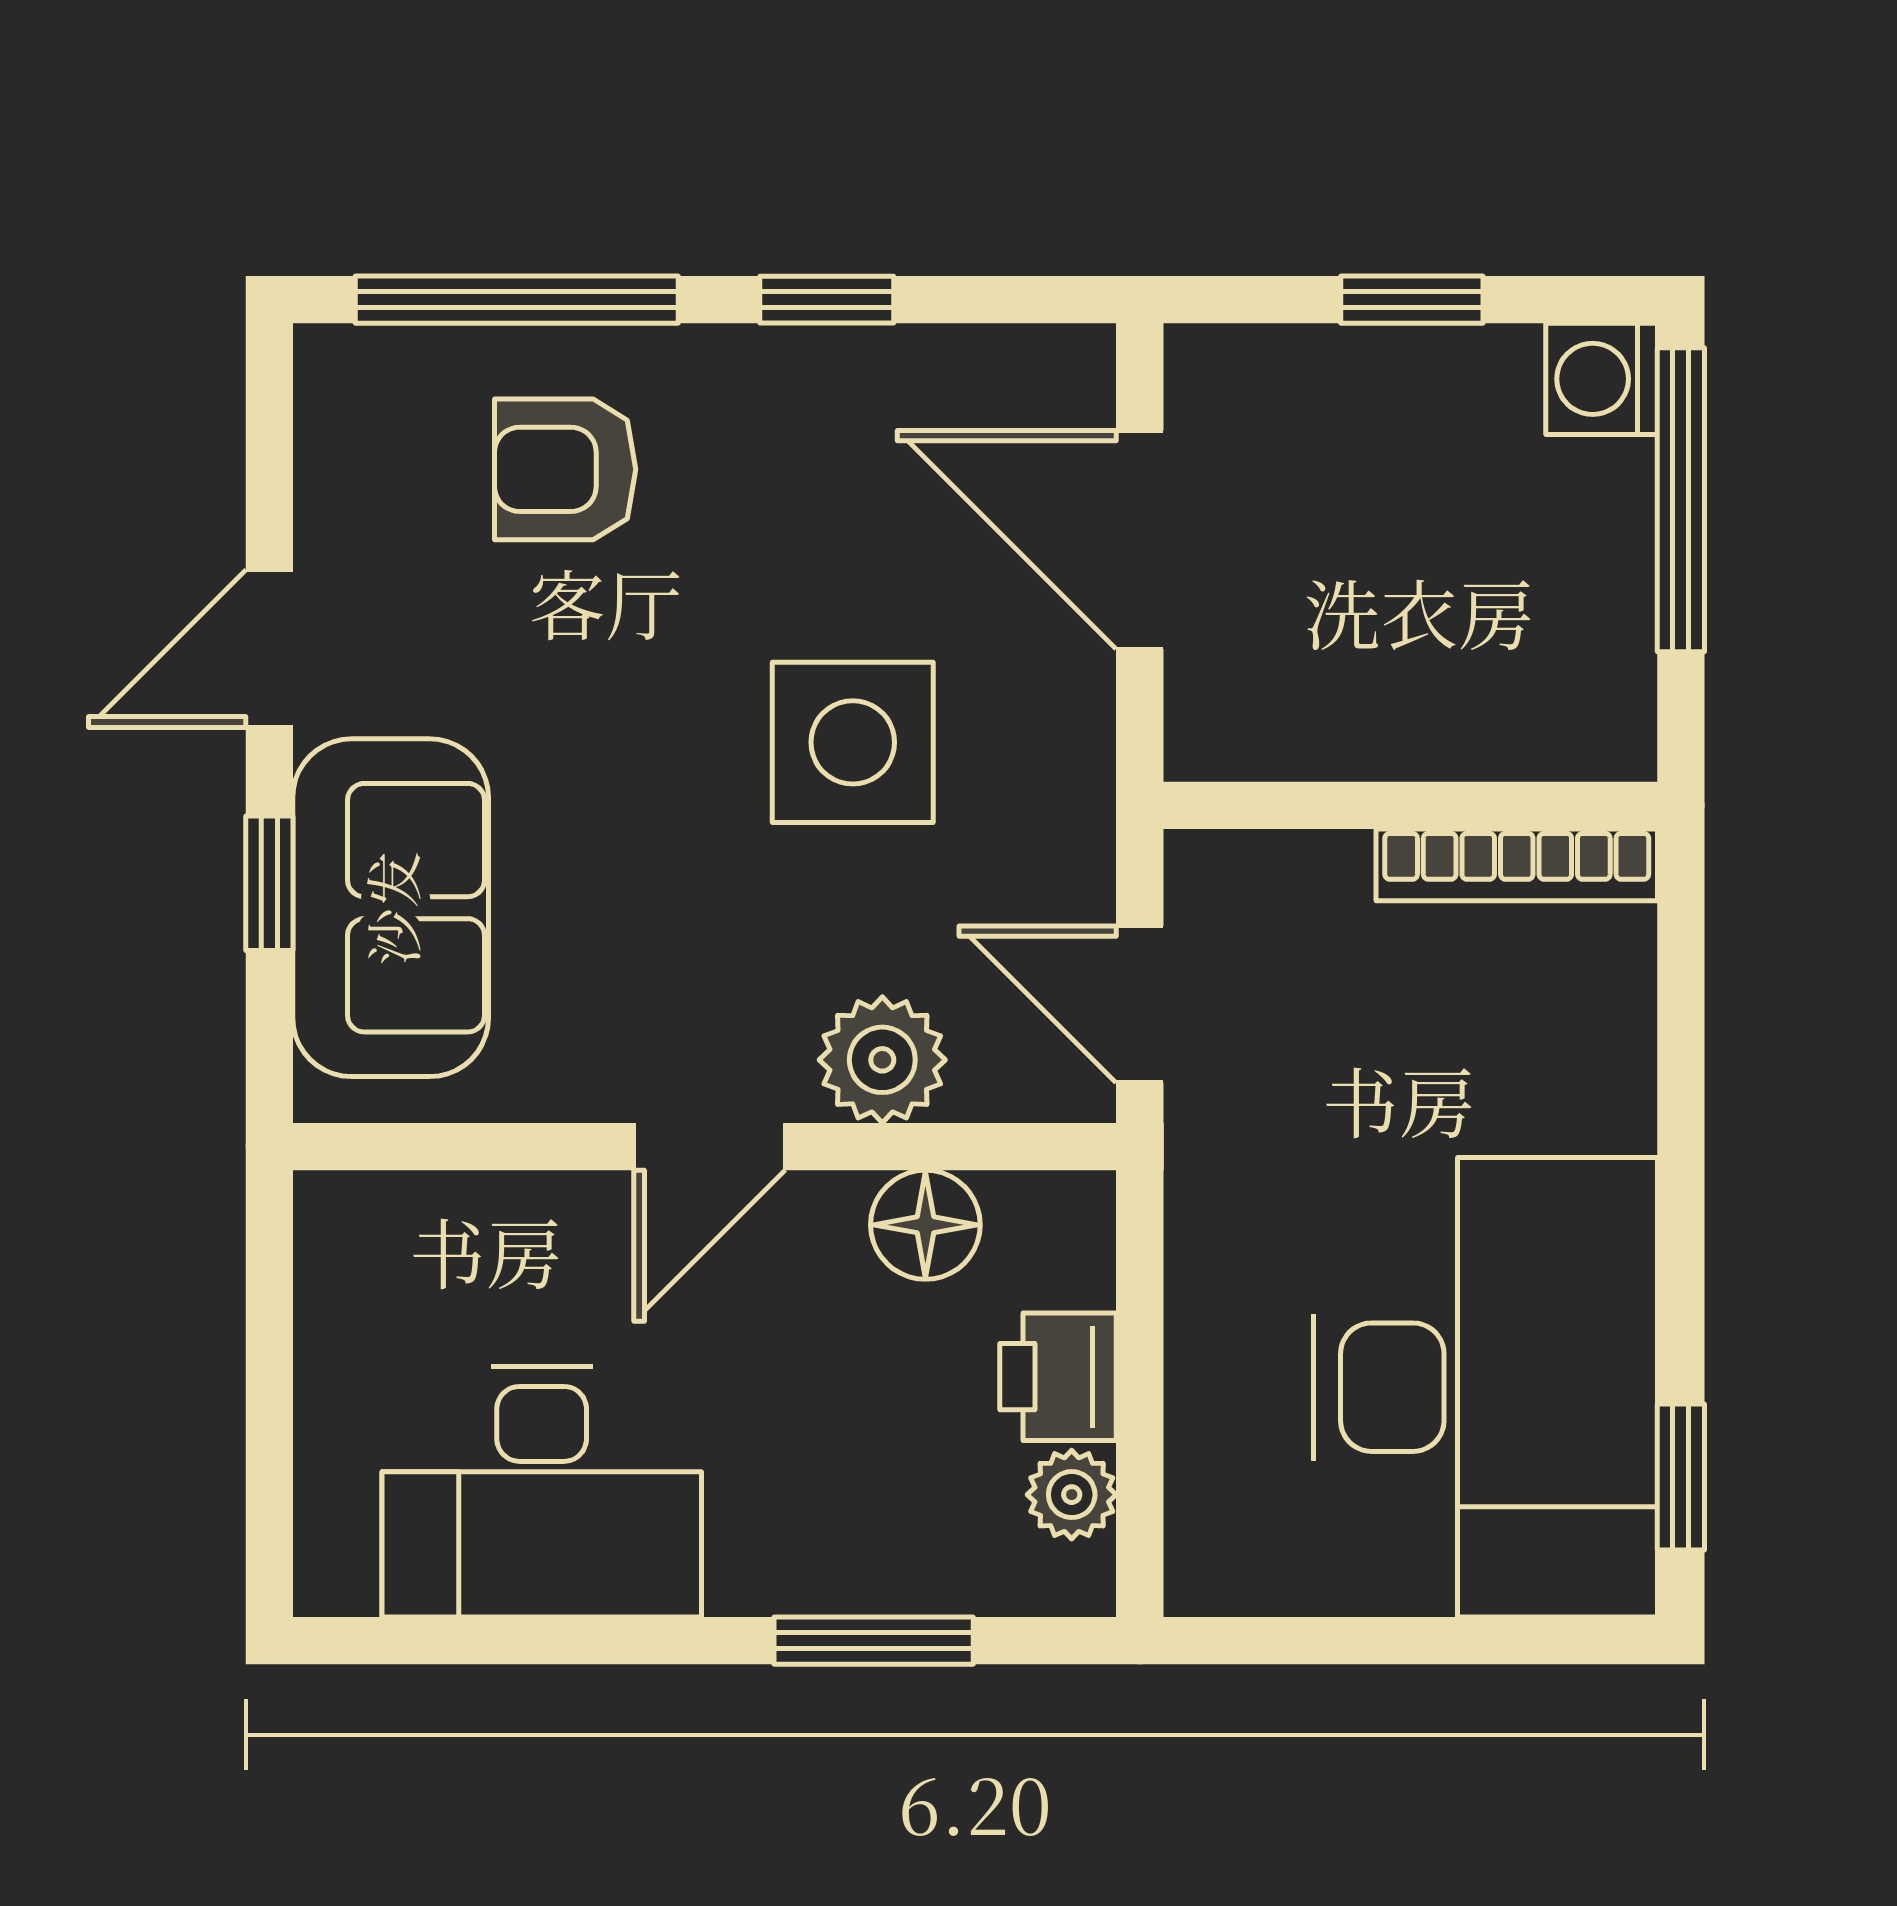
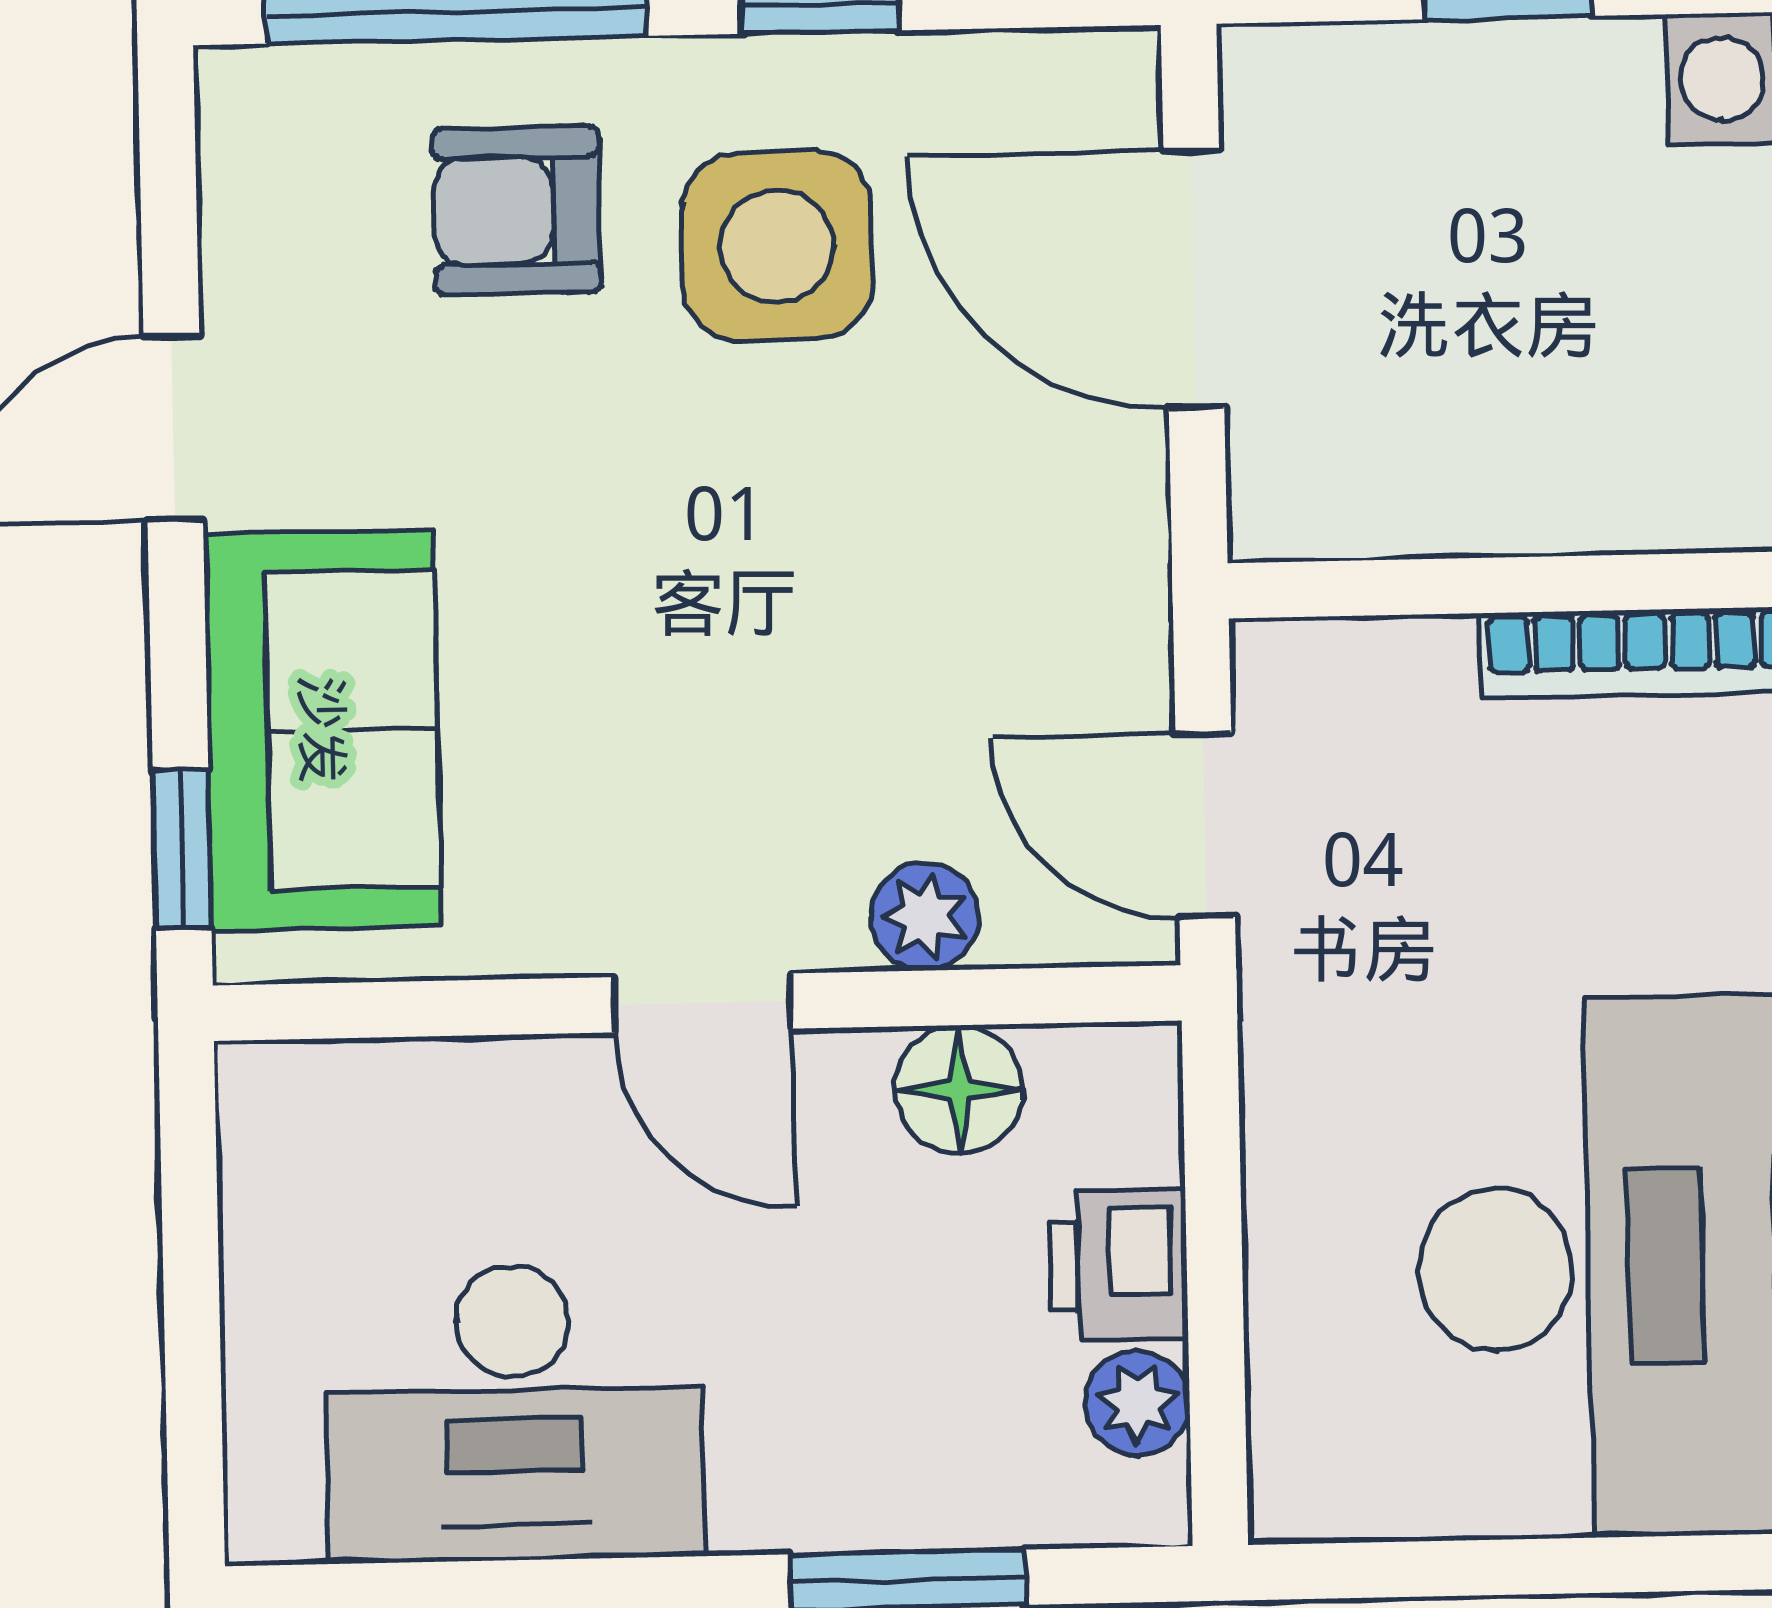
side table: (853, 742) -> (777, 246), moved
window: (269, 883) -> (182, 849), moved
plant: (882, 1060) -> (925, 917), width x0.73, depth x0.73
door: (709, 1147) -> (703, 1003), hinge flipped

